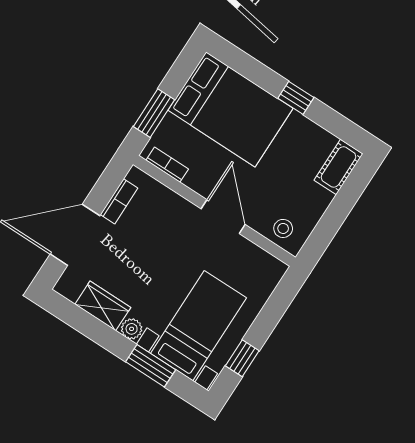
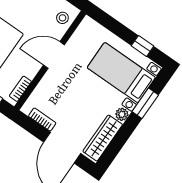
wardrobe: (103, 306) -> (103, 138), width x1.50

